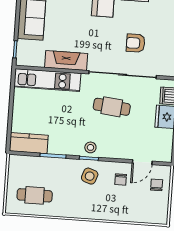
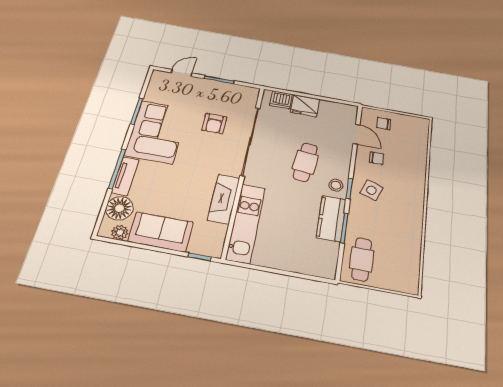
cafe table: (112, 107) -> (305, 162), moved
kitchen counter: (29, 143) -> (331, 218), moved
cafe table: (35, 195) -> (362, 259), moved

